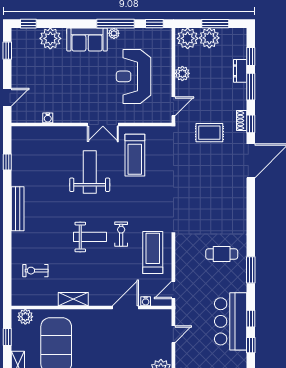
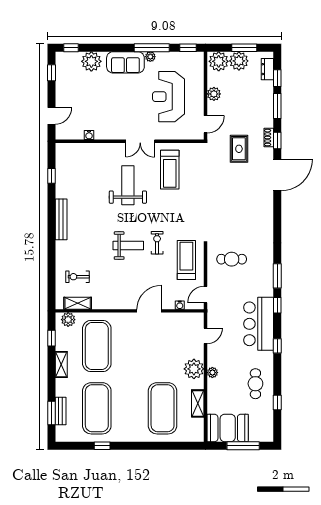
dresser: (240, 71) -> (267, 69), moved
rug: (209, 133) -> (239, 149), turned 90
cafe table: (222, 254) -> (232, 259), moved
shelving: (73, 299) -> (78, 303), moved
door: (125, 307) -> (149, 311), moved
window: (251, 319) -> (277, 305), moved

